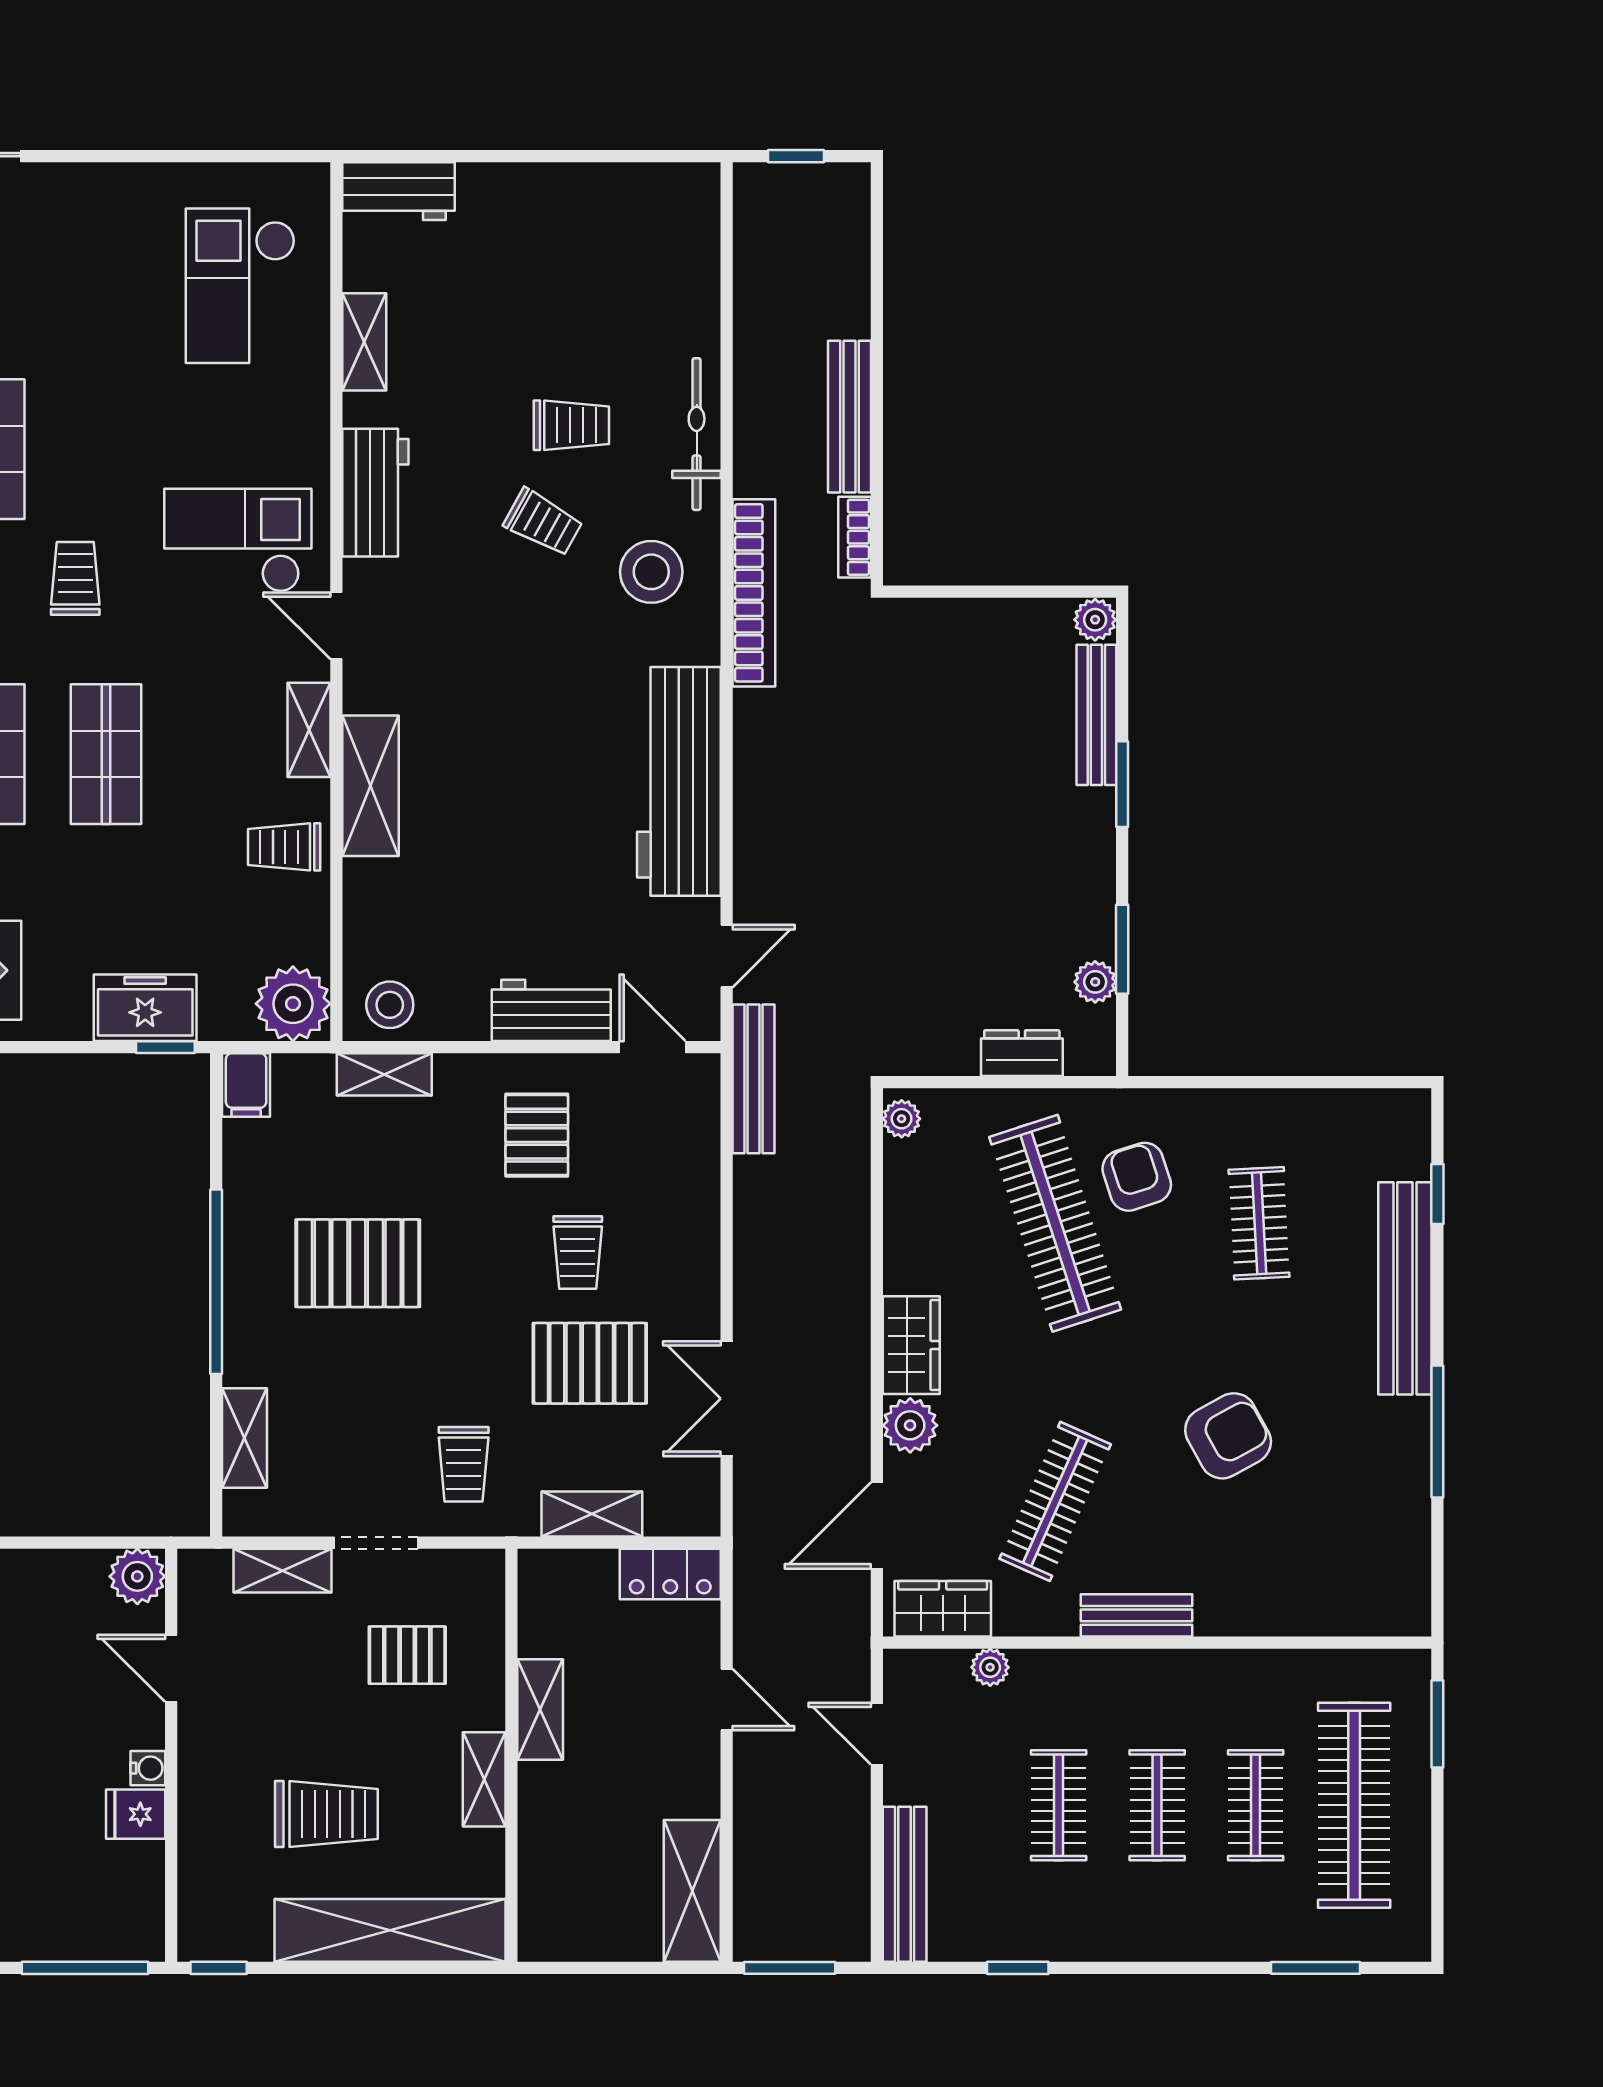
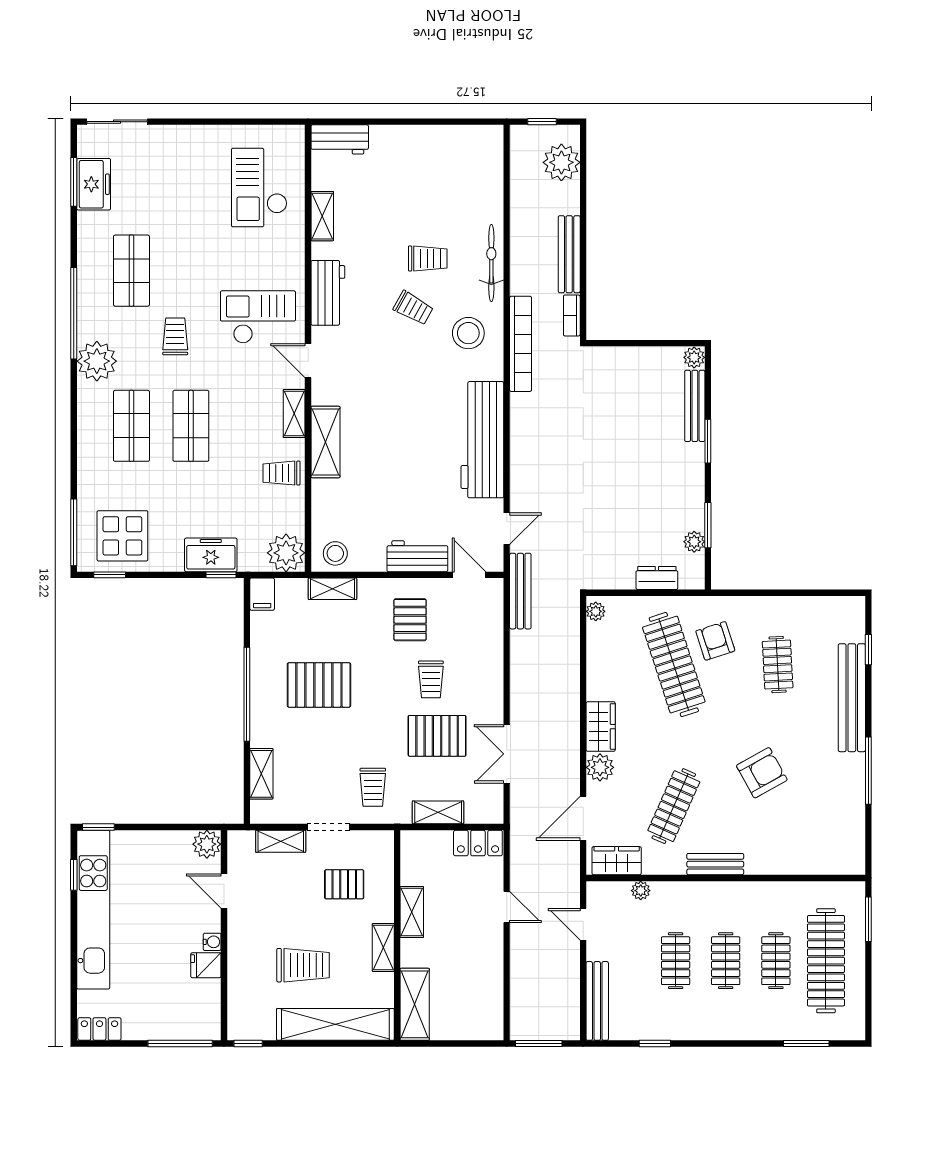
plant: (834, 237) -> (561, 162), added
shelving: (692, 1891) -> (415, 1004), moved

